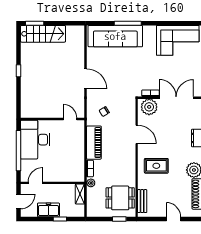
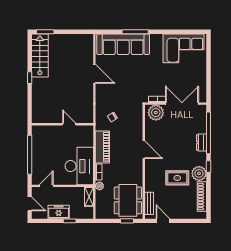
stairs: (43, 34) -> (40, 55), moved, turned -90
door: (86, 79) -> (94, 74), moved
door: (70, 119) -> (69, 124), moved
door: (137, 134) -> (144, 150), moved
desk: (35, 140) -> (79, 166), moved, turned 180
rug: (156, 166) -> (177, 178), moved
dining table: (120, 198) -> (128, 200), width x1.37
door: (18, 201) -> (30, 204), hinge flipped
door: (174, 219) -> (163, 221), moved

